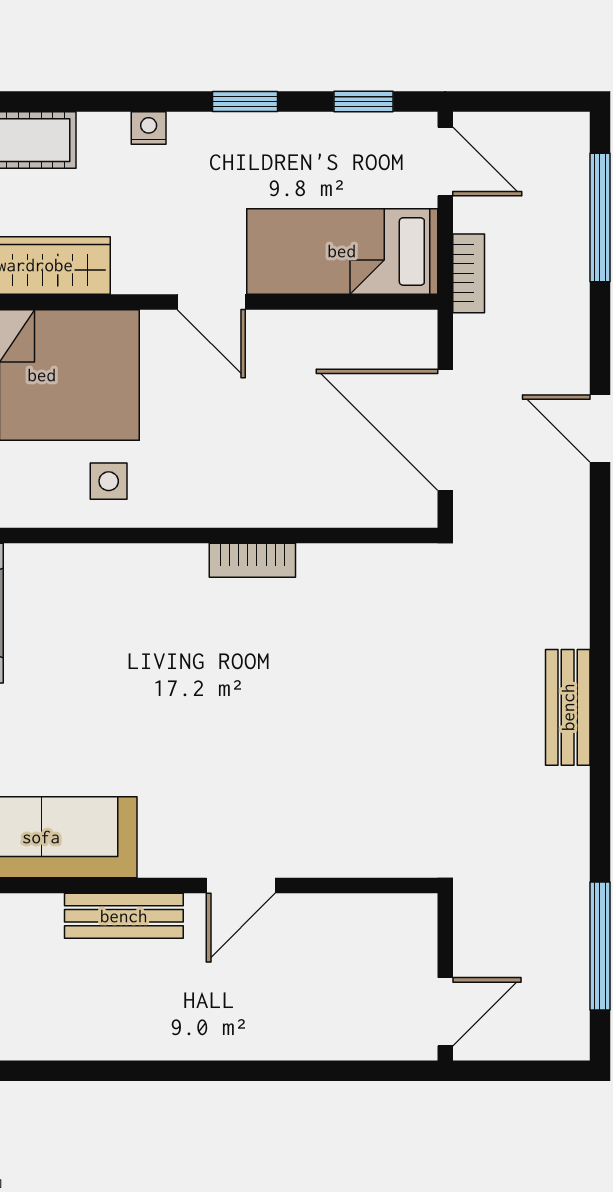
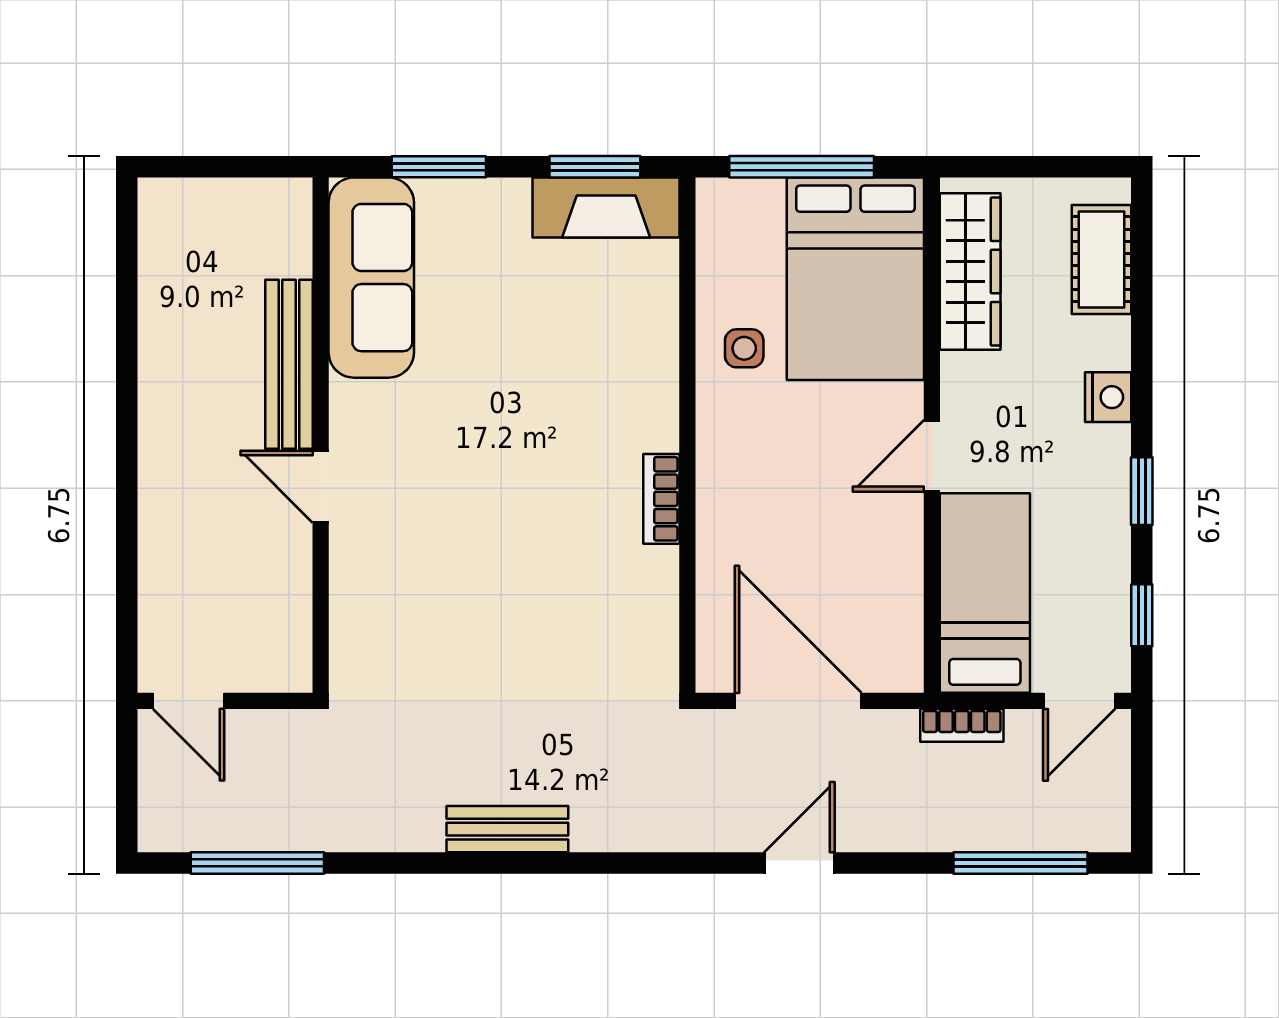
nightstand: (149, 128) -> (1108, 397), width x1.39, depth x1.35
door: (445, 430) -> (798, 701), hinge flipped
bench: (124, 916) -> (289, 364), width x1.36

